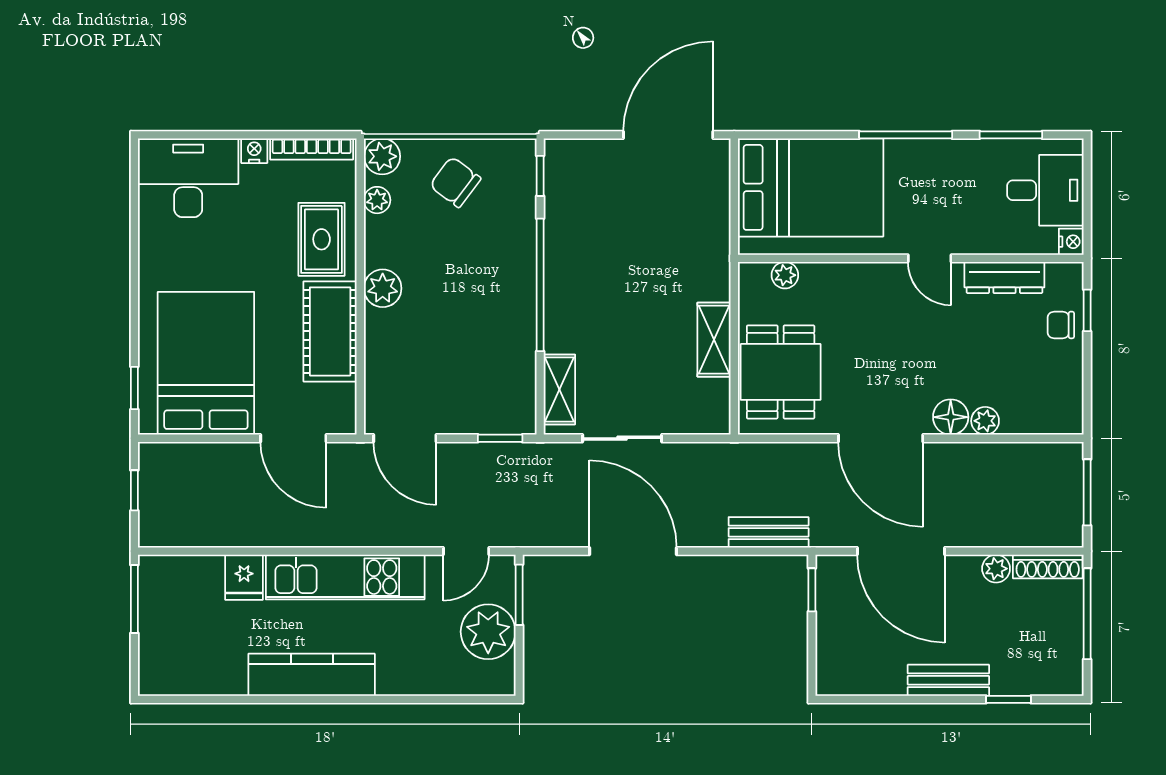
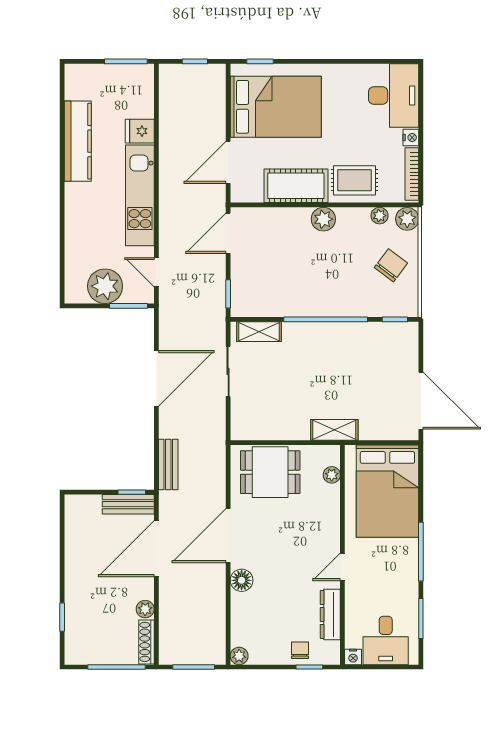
shelving: (714, 340) -> (334, 430), moved
plant: (985, 421) -> (239, 656), moved
kitchen counter: (312, 675) -> (78, 141), moved
bench: (948, 680) -> (128, 504), moved, turned 90

